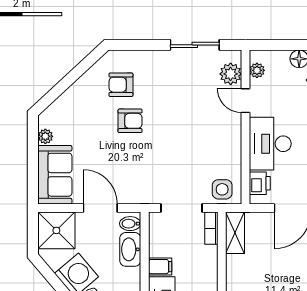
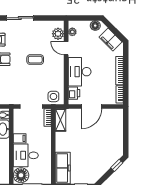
sliding door: (195, 45) -> (20, 18), moved
coffee table: (188, 121) -> (35, 60), added

